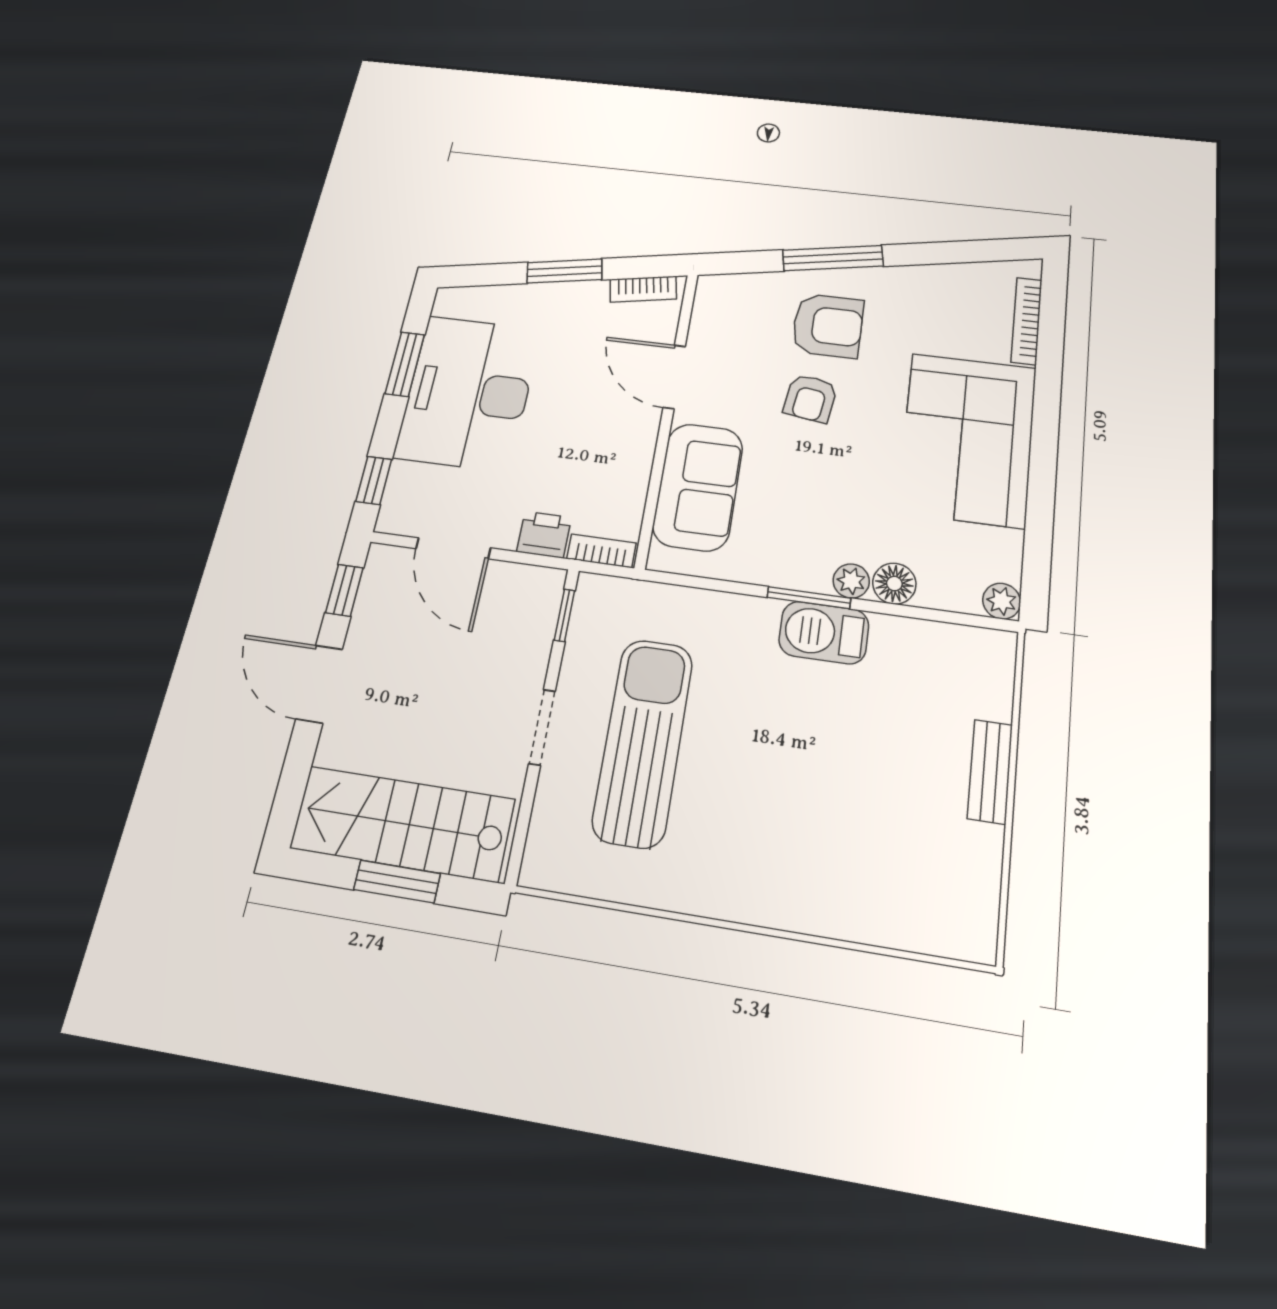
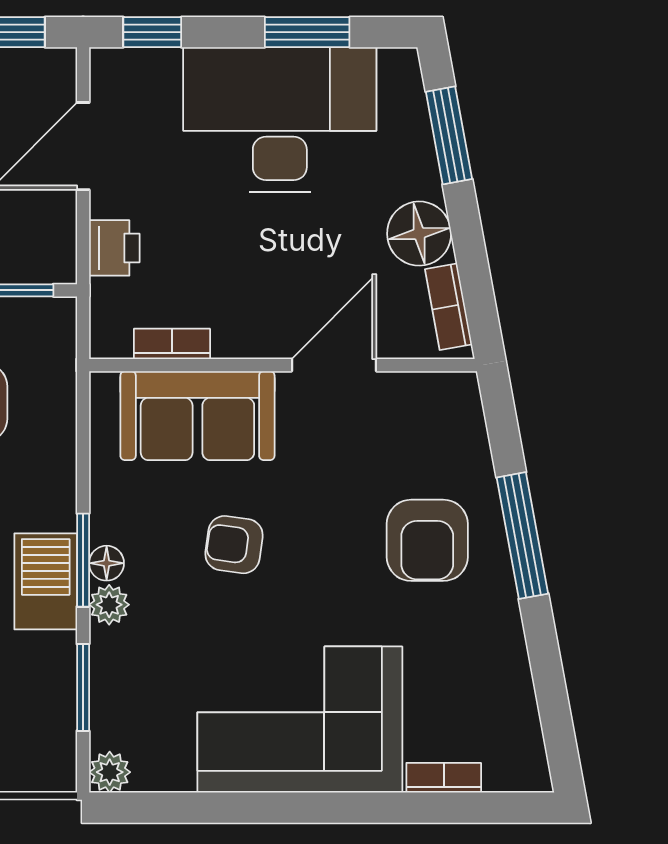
window: (564, 271) -> (449, 135), moved
floor lamp: (581, 303) -> (419, 234), added
bookcase: (1027, 321) -> (444, 778), width x0.64
armchair: (810, 398) -> (234, 545), moved
bookcase: (601, 551) -> (172, 344), moved, turned -90
floor lamp: (894, 584) -> (107, 563), moved, width x0.73, depth x0.73
window: (923, 613) -> (83, 687), added

